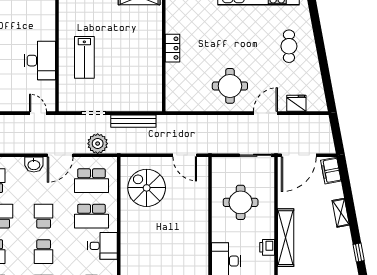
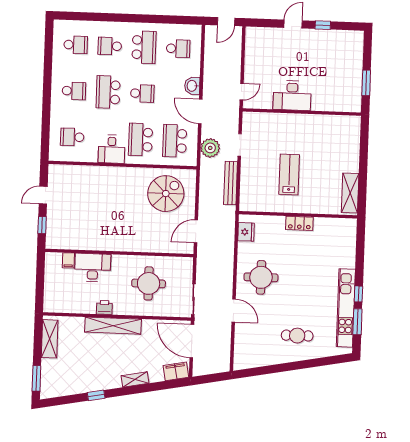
lab bench: (84, 57) -> (289, 174), moved, turned 90
fridge: (296, 103) -> (246, 232), moved
school desk: (44, 252) -> (108, 92), width x1.85

